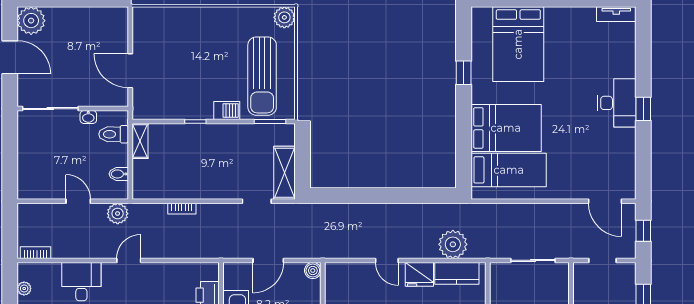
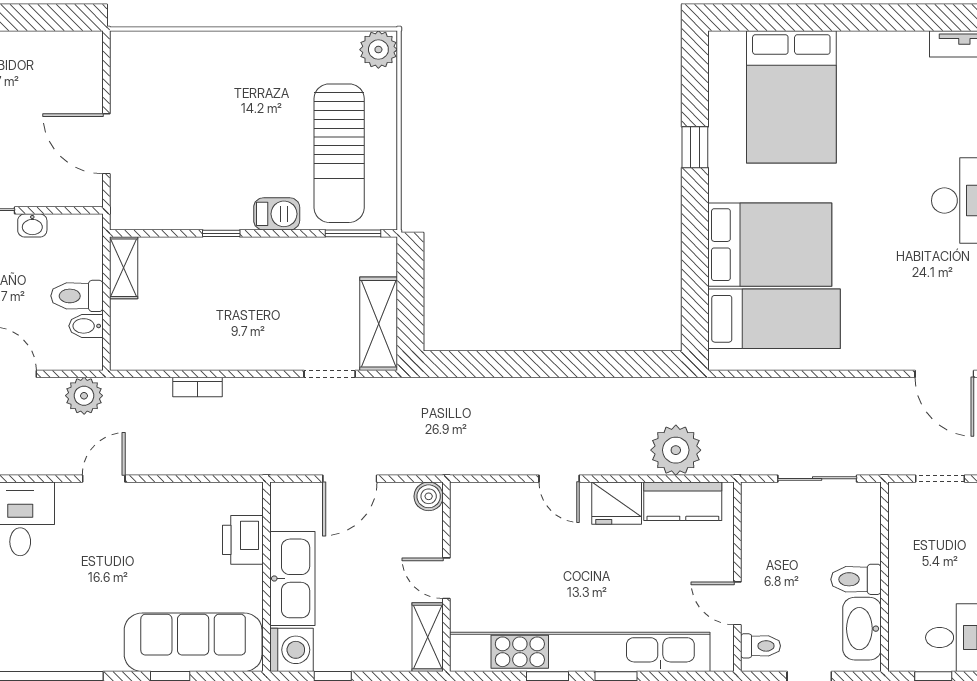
toilet: (114, 134) -> (77, 296), moved

